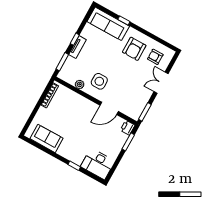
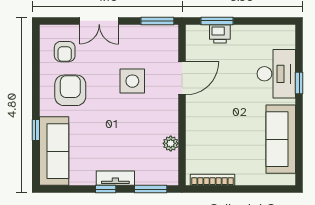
armchair: (134, 49) -> (70, 90), turned -90
side table: (99, 81) -> (132, 81), moved
door: (109, 108) -> (182, 78), hinge flipped
printer: (128, 128) -> (220, 34), moved
sofa: (47, 138) -> (281, 139), width x1.36
desk: (98, 164) -> (276, 74), moved

